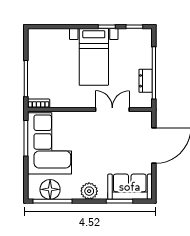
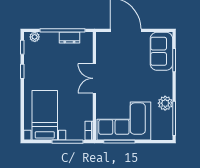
plant: (146, 41) -> (35, 37), added
bed with nightstands: (94, 57) -> (45, 115), moved, turned -90
double door: (112, 110) -> (94, 78), moved
floor lamp: (50, 189) -> (164, 121), removed
plant: (89, 191) -> (165, 103), moved

